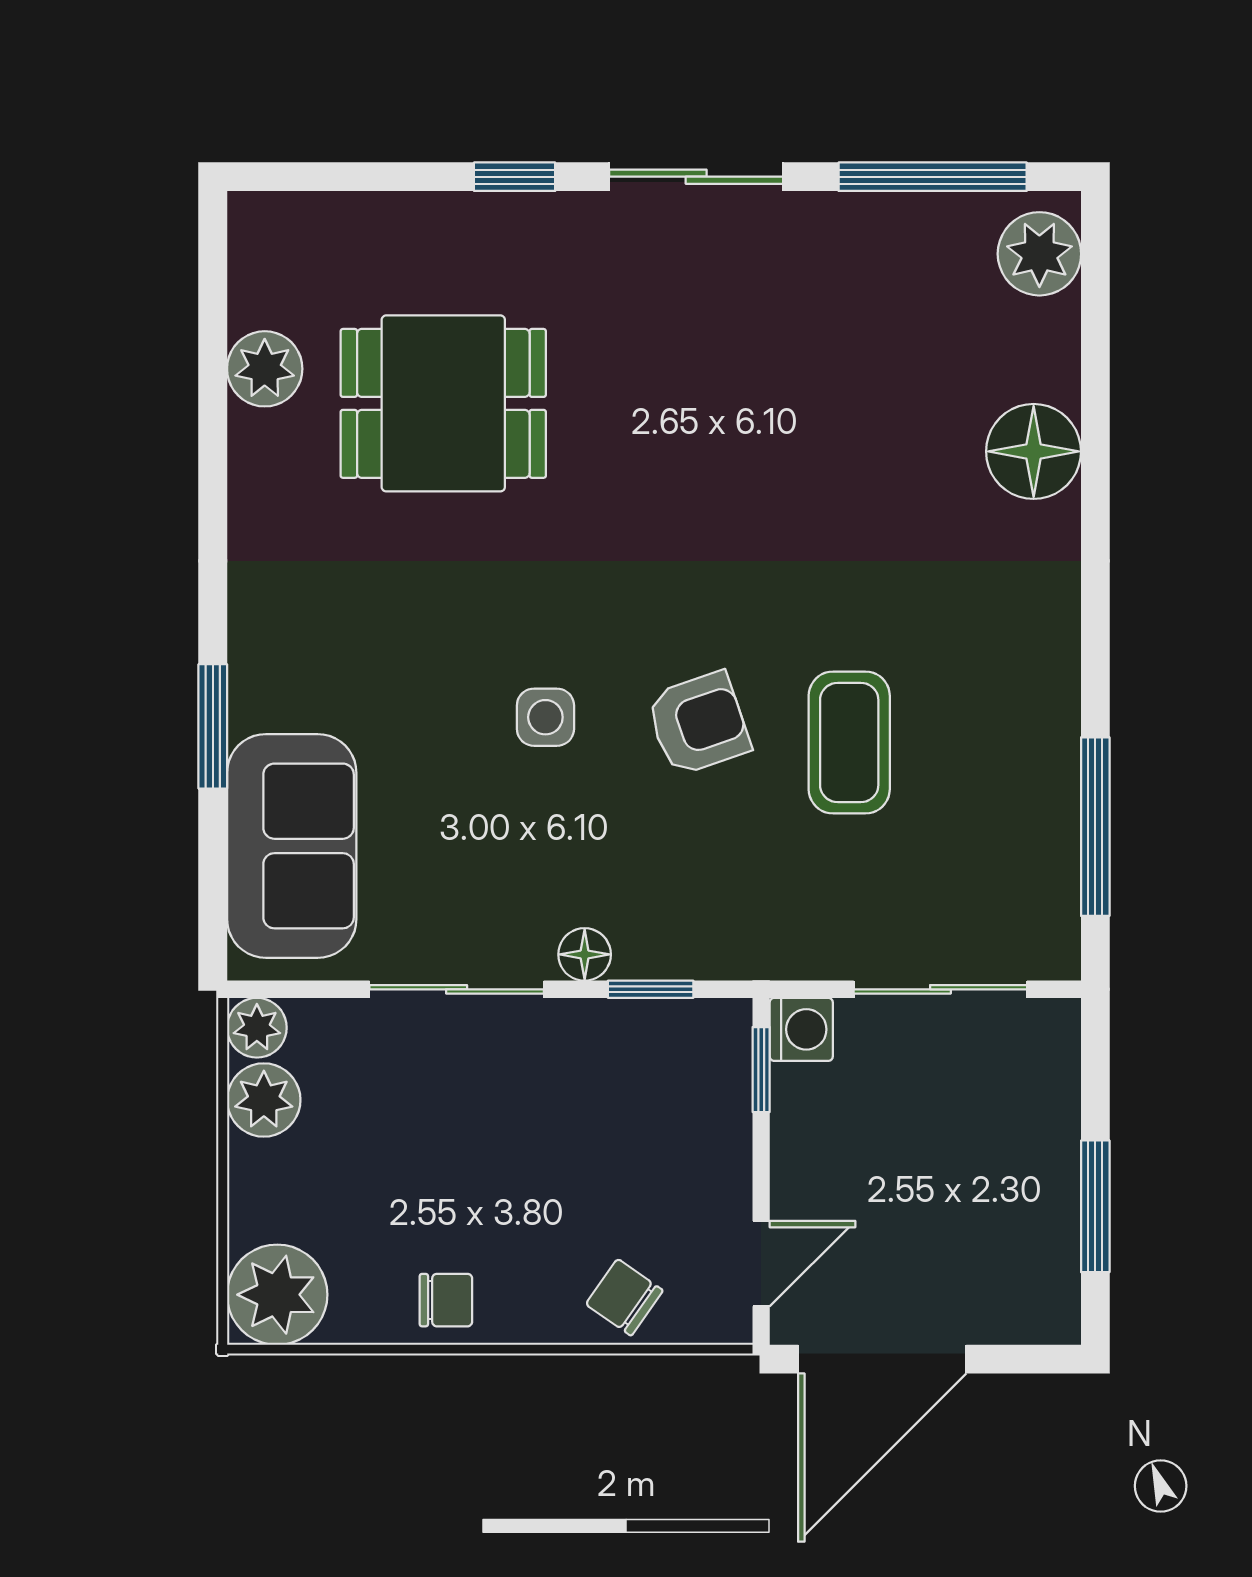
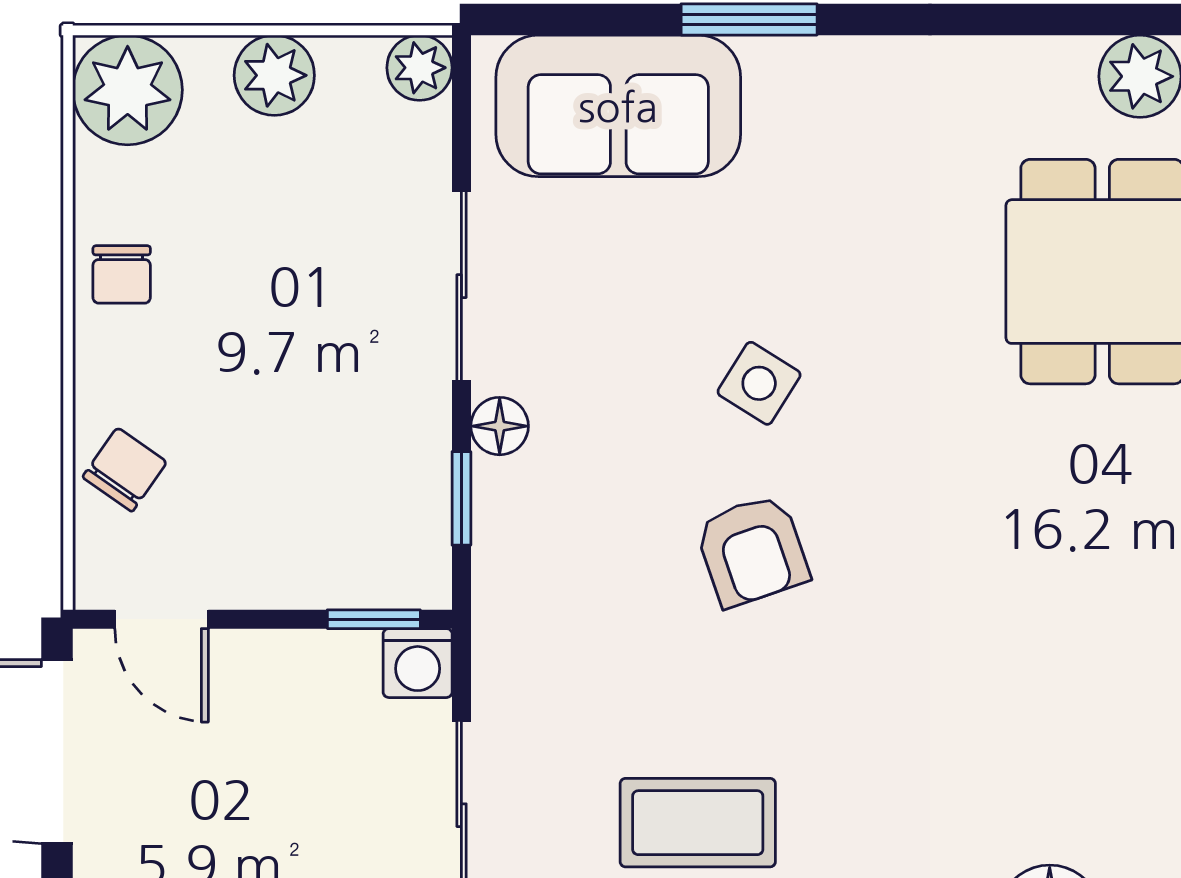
side table: (545, 717) -> (759, 383), turned 32
coffee table: (849, 742) -> (698, 823), moved
plant: (264, 1100) -> (274, 75), moved

